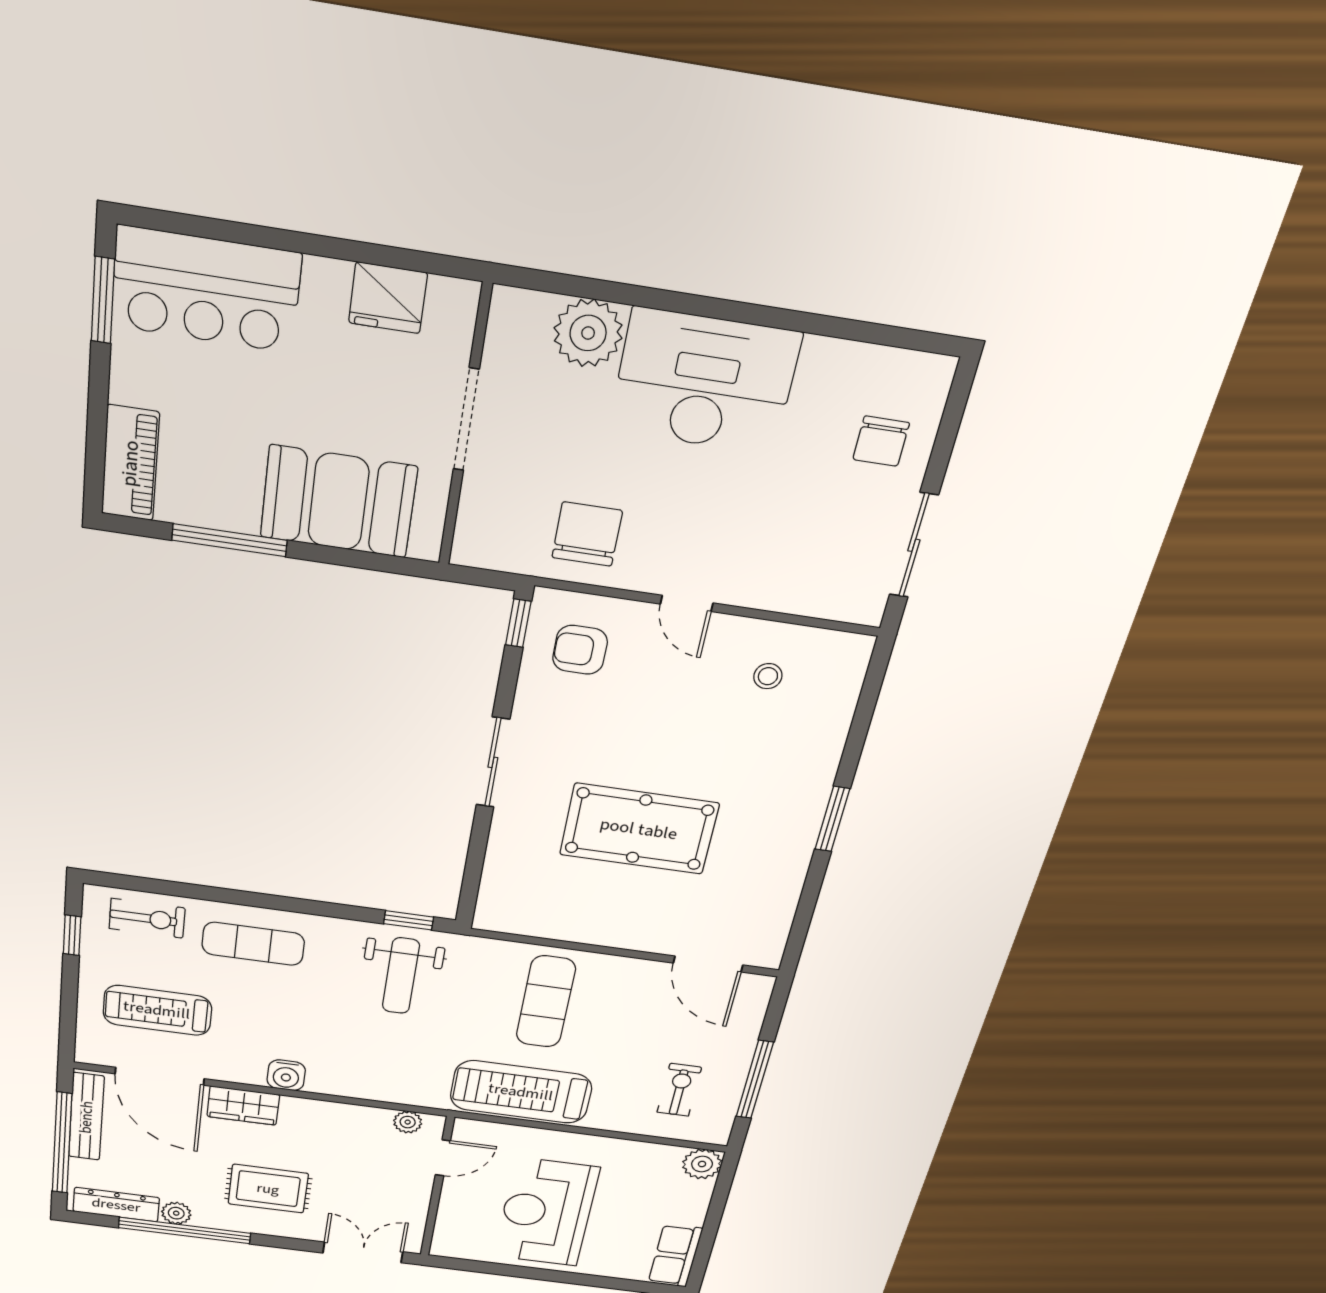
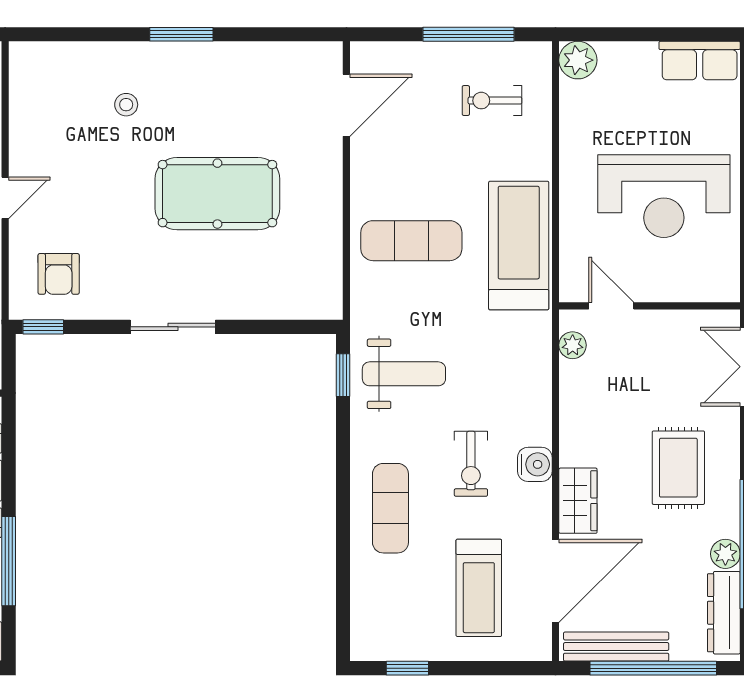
stool: (768, 676) -> (126, 105), moved
pool table: (639, 829) -> (217, 194), turned 90
exercise bike: (147, 918) -> (471, 464), moved, turned 180
treadmill: (521, 1092) -> (519, 245), turned 180

